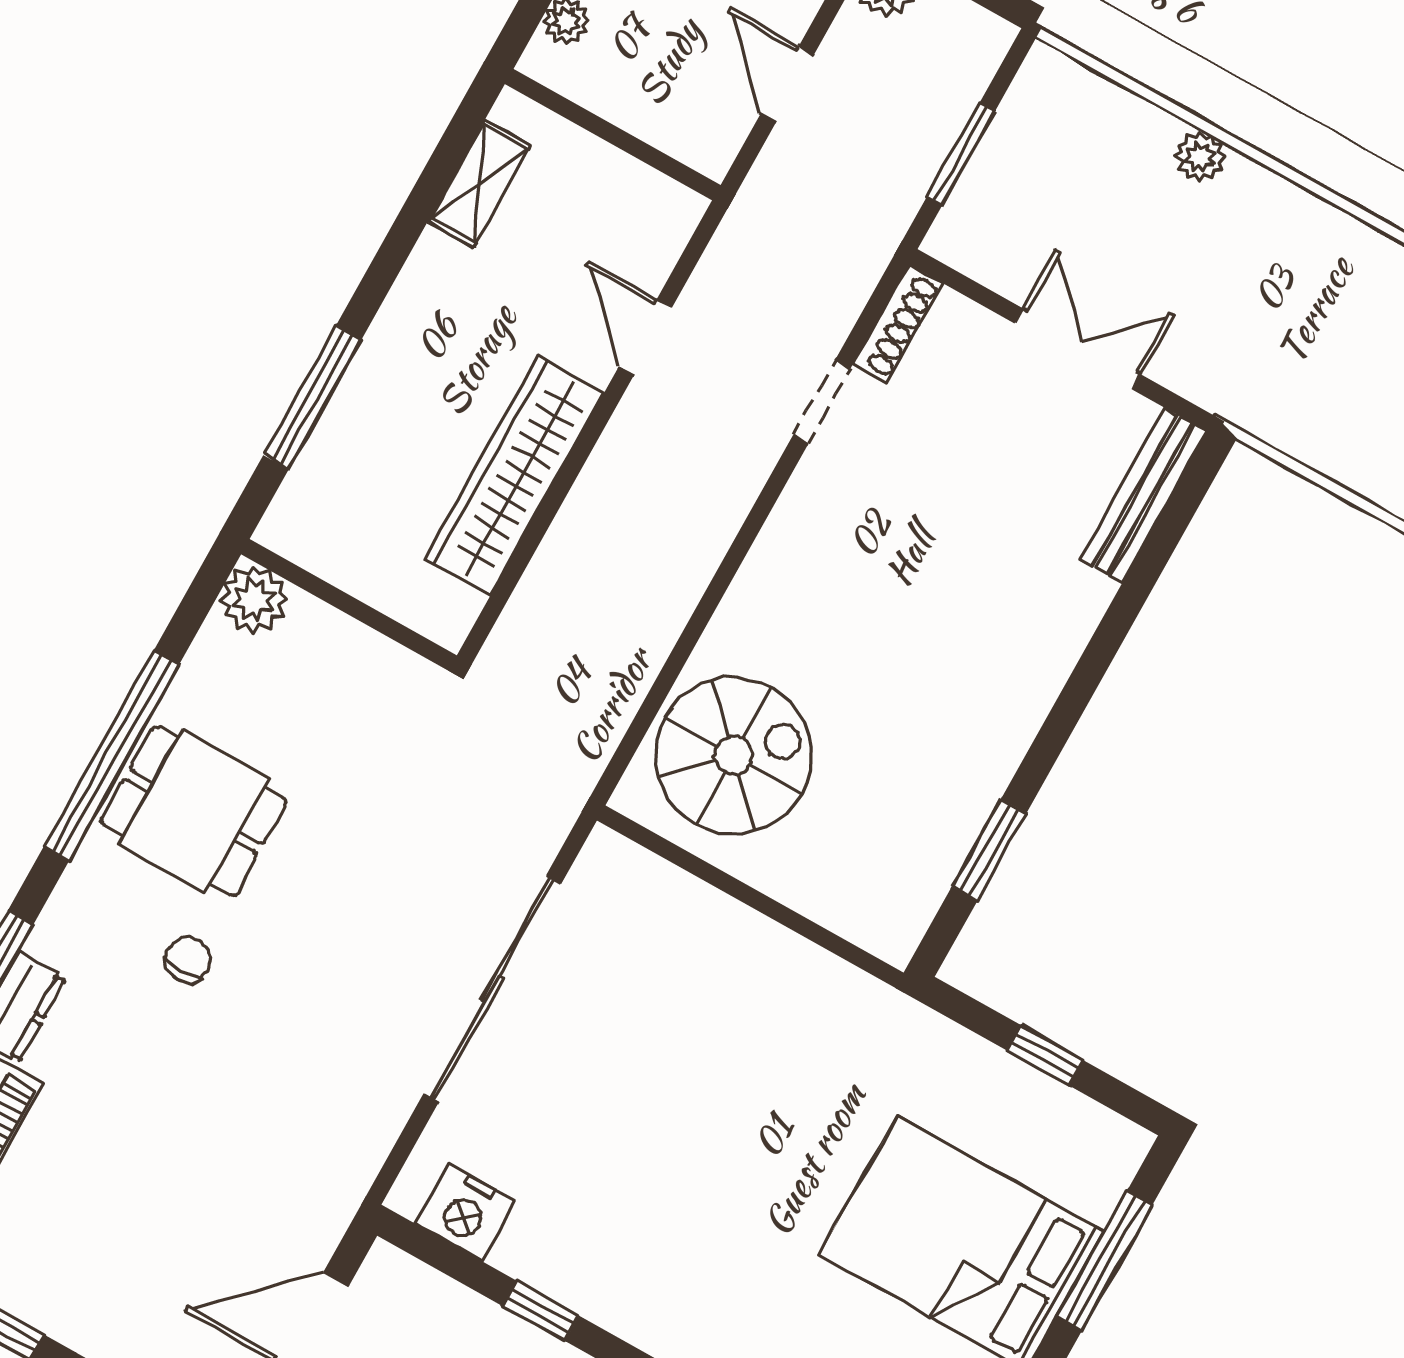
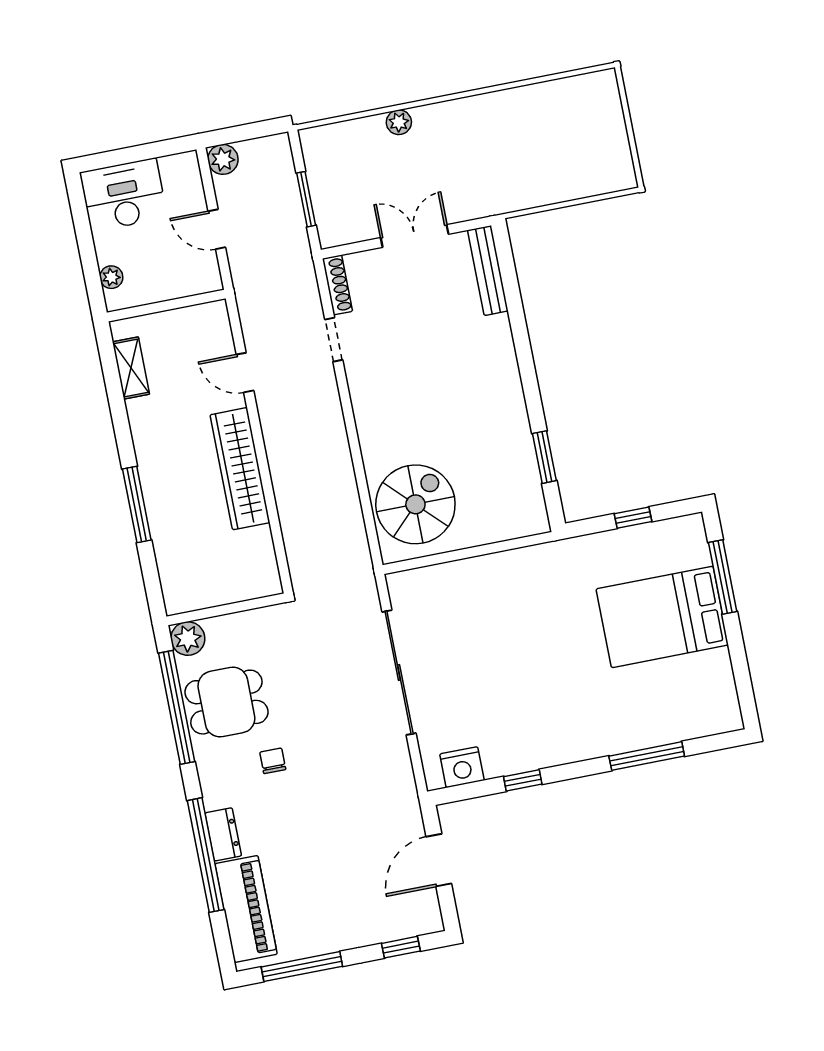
plant: (254, 600) -> (188, 639), moved
wall: (349, 605) -> (226, 609), moved

